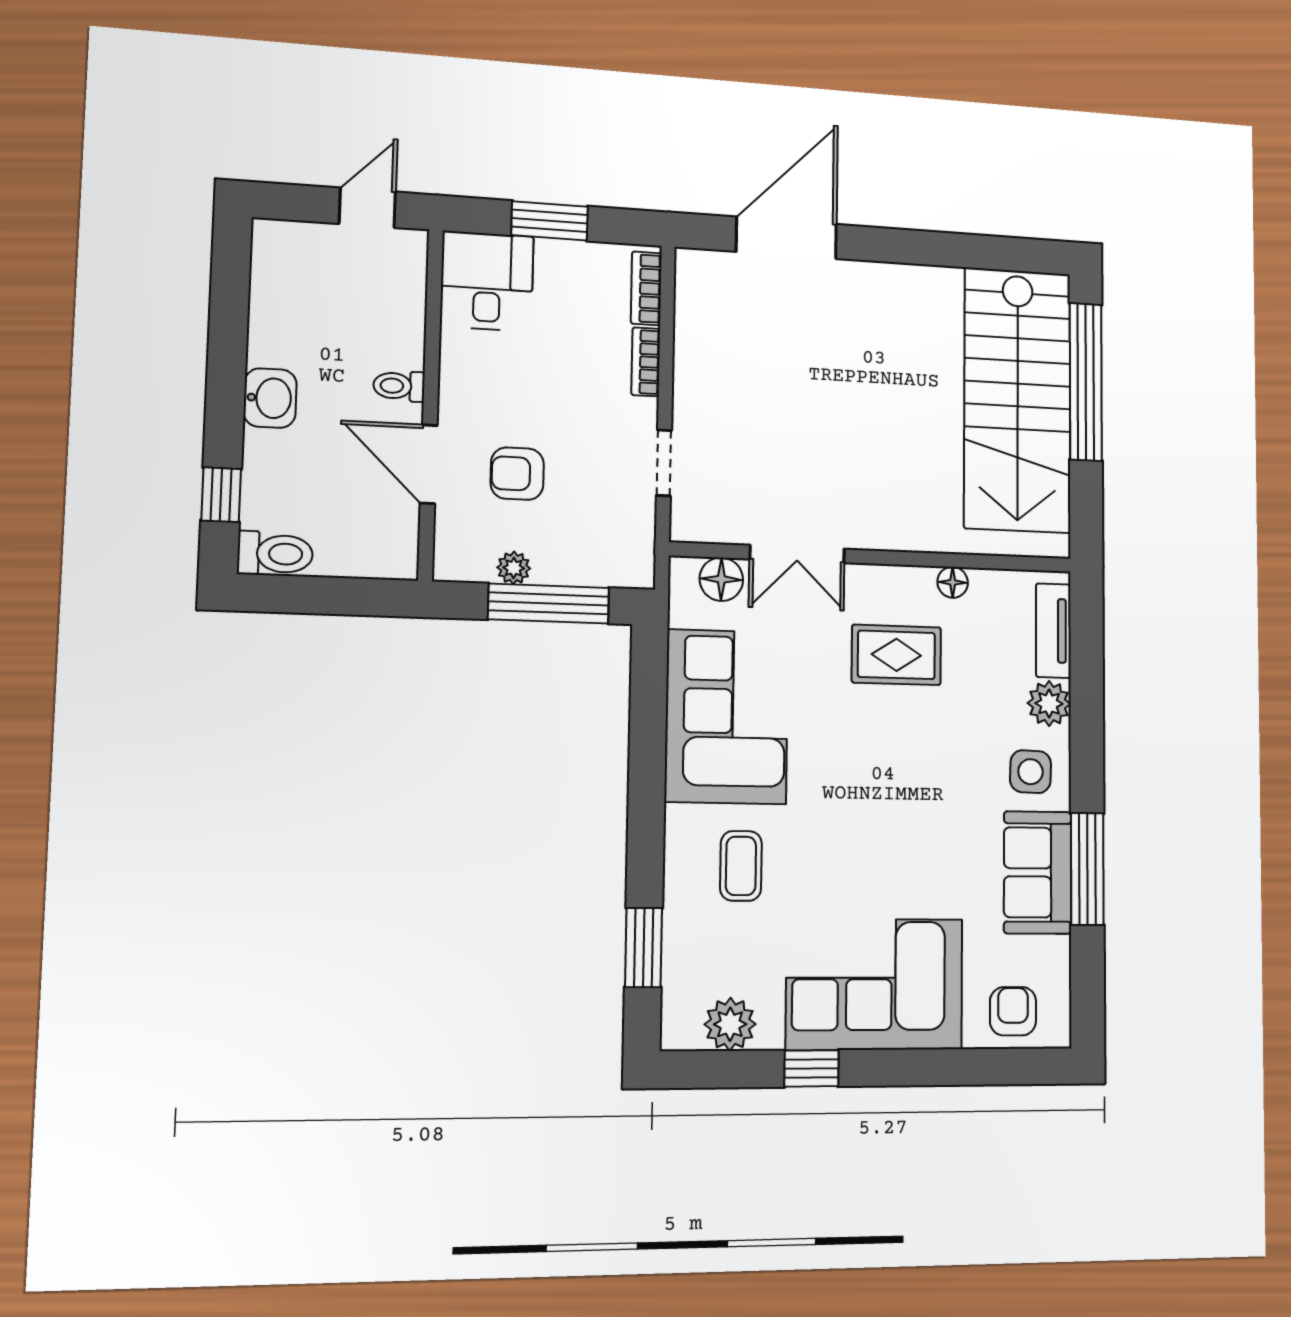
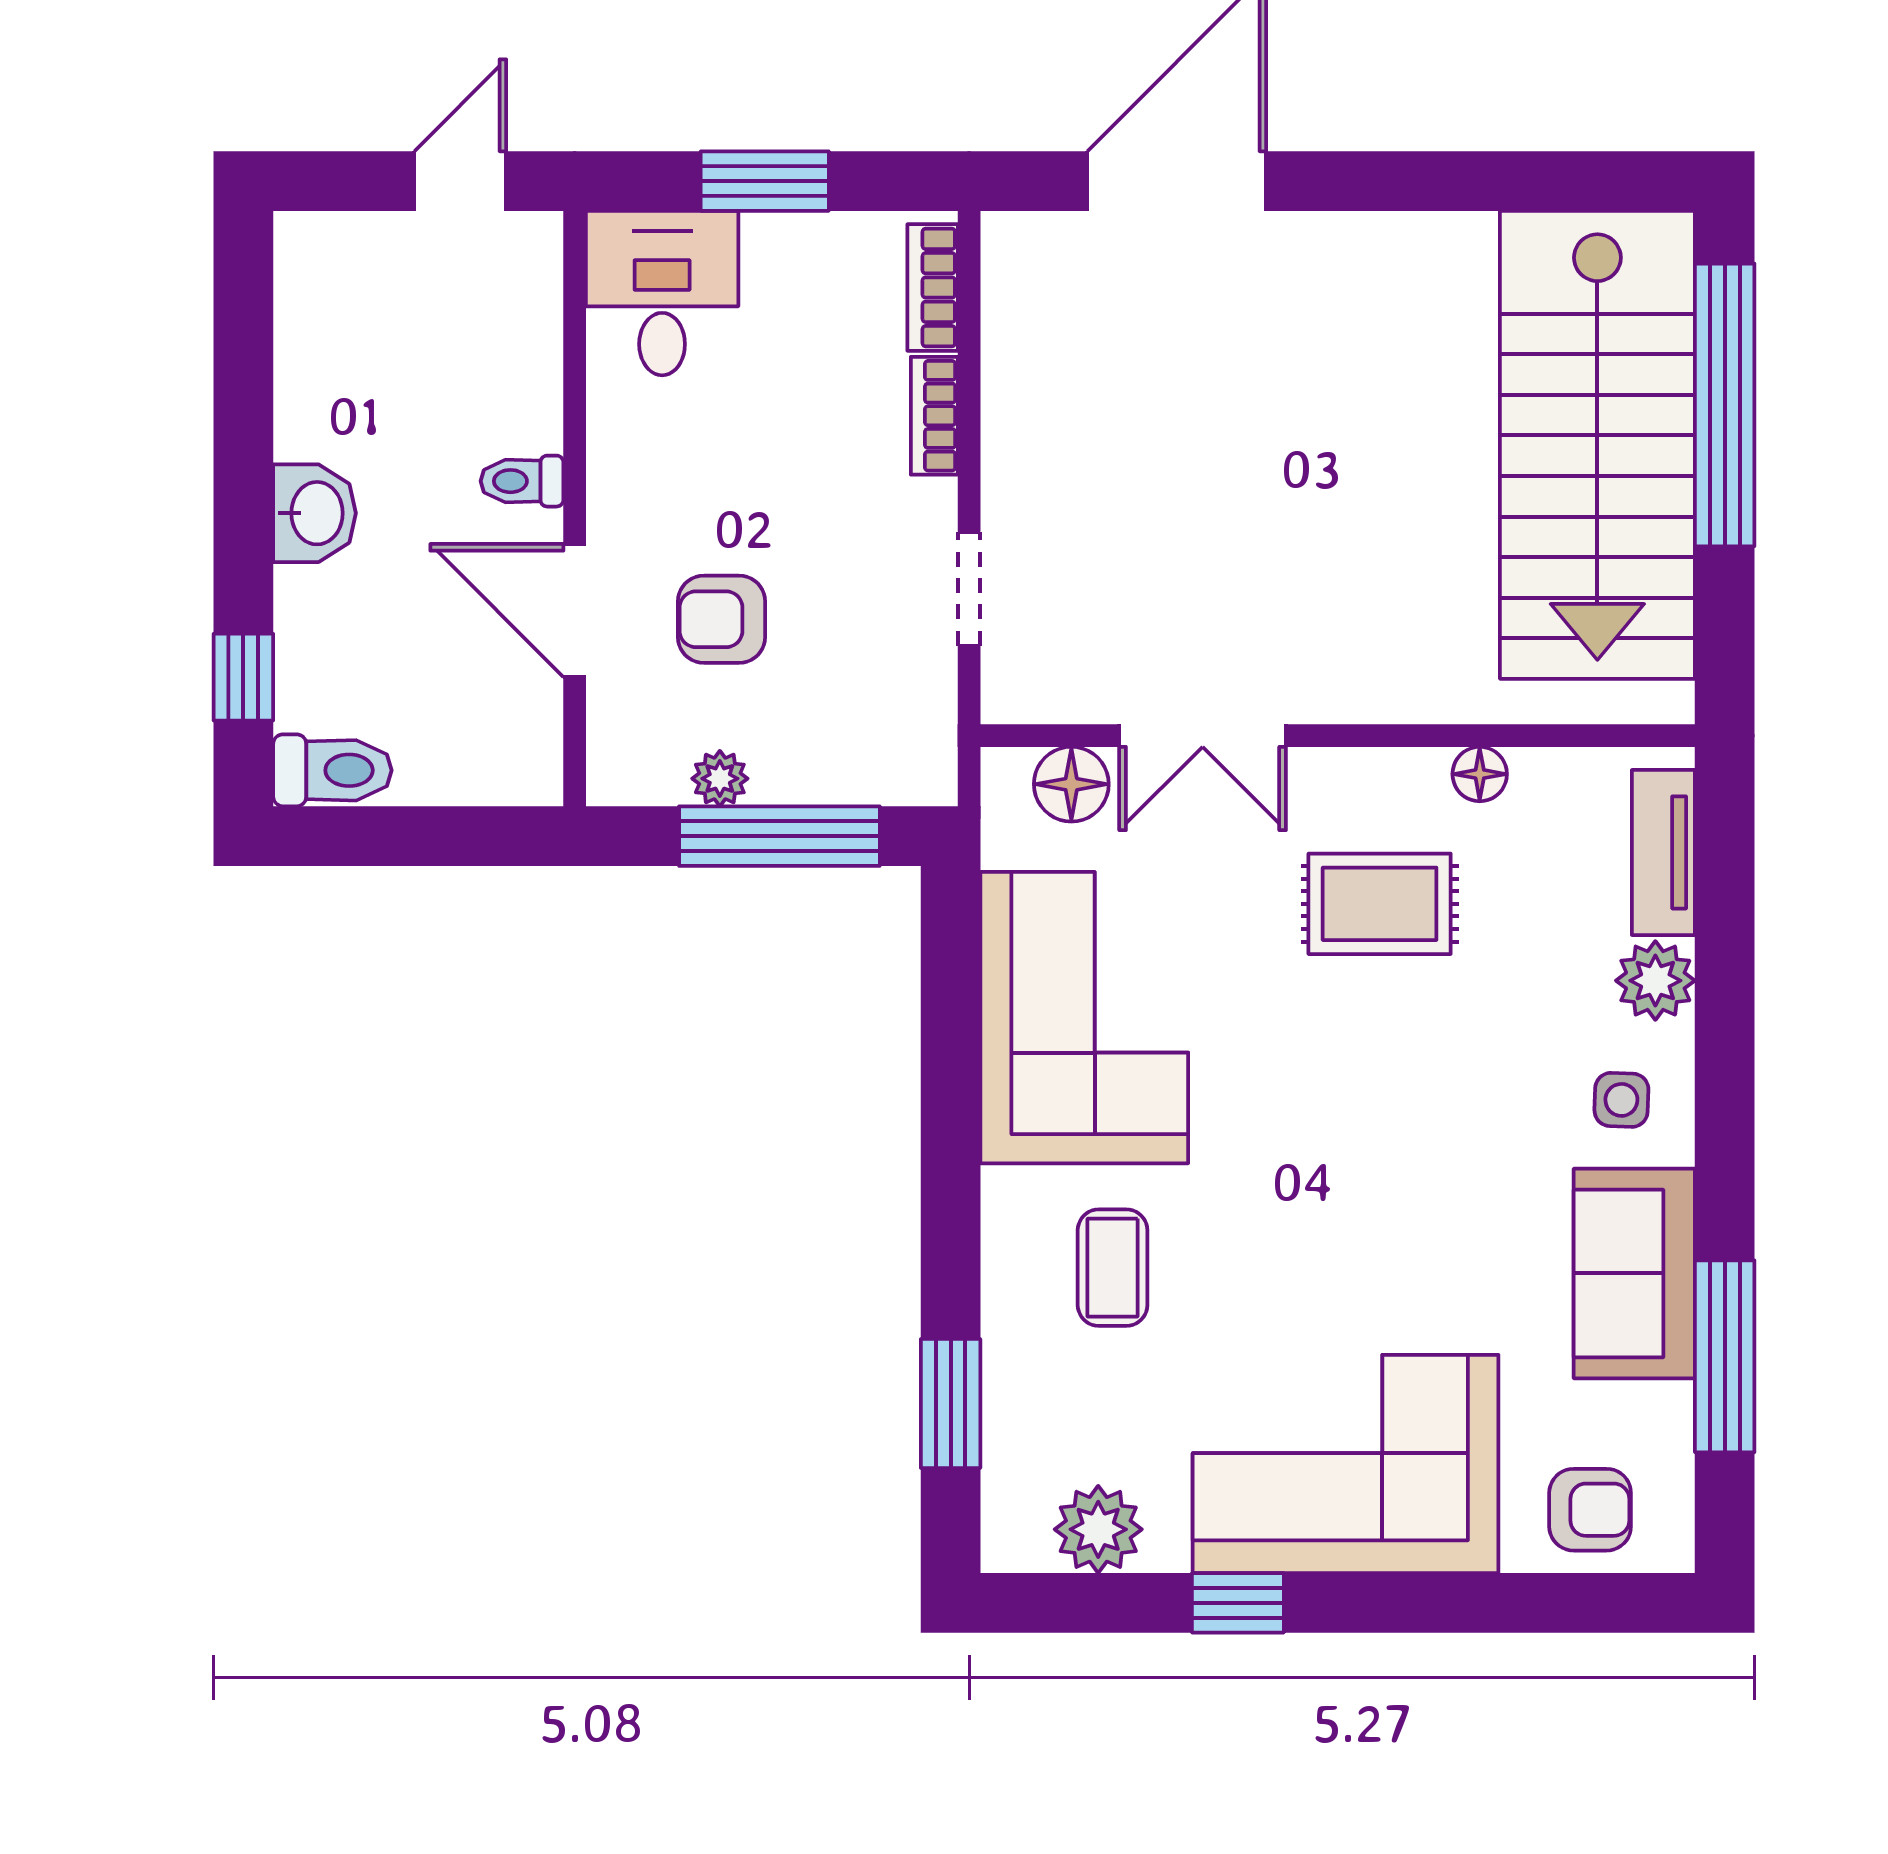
side table: (1030, 772) -> (1621, 1100), width x0.73, depth x0.73
window: (1087, 869) -> (1725, 1356), moved
armchair: (1013, 1011) -> (1590, 1510), turned 90

